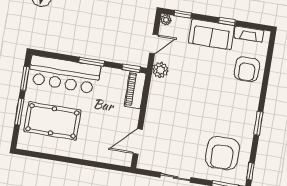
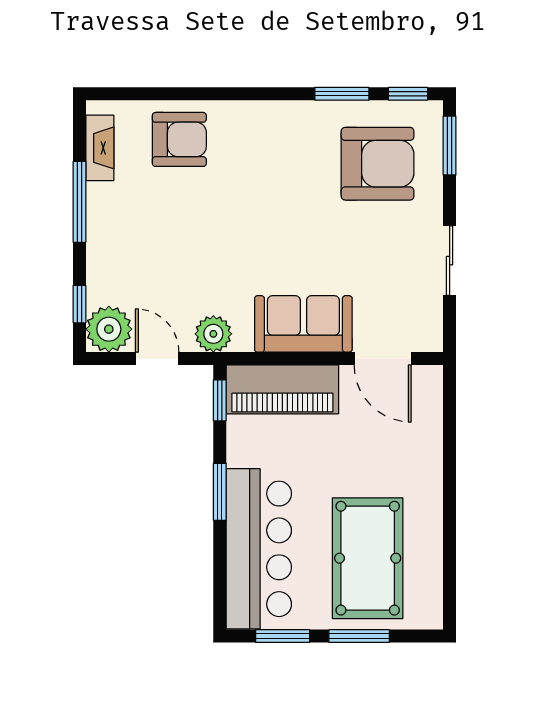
plant: (166, 20) -> (109, 329), width x1.87, depth x1.87
window: (227, 21) -> (79, 202), width x2.17
sofa: (212, 34) -> (303, 324), moved, turned -90
piano: (135, 90) -> (282, 389), width x1.37, depth x1.33
window: (258, 123) -> (342, 94), moved

